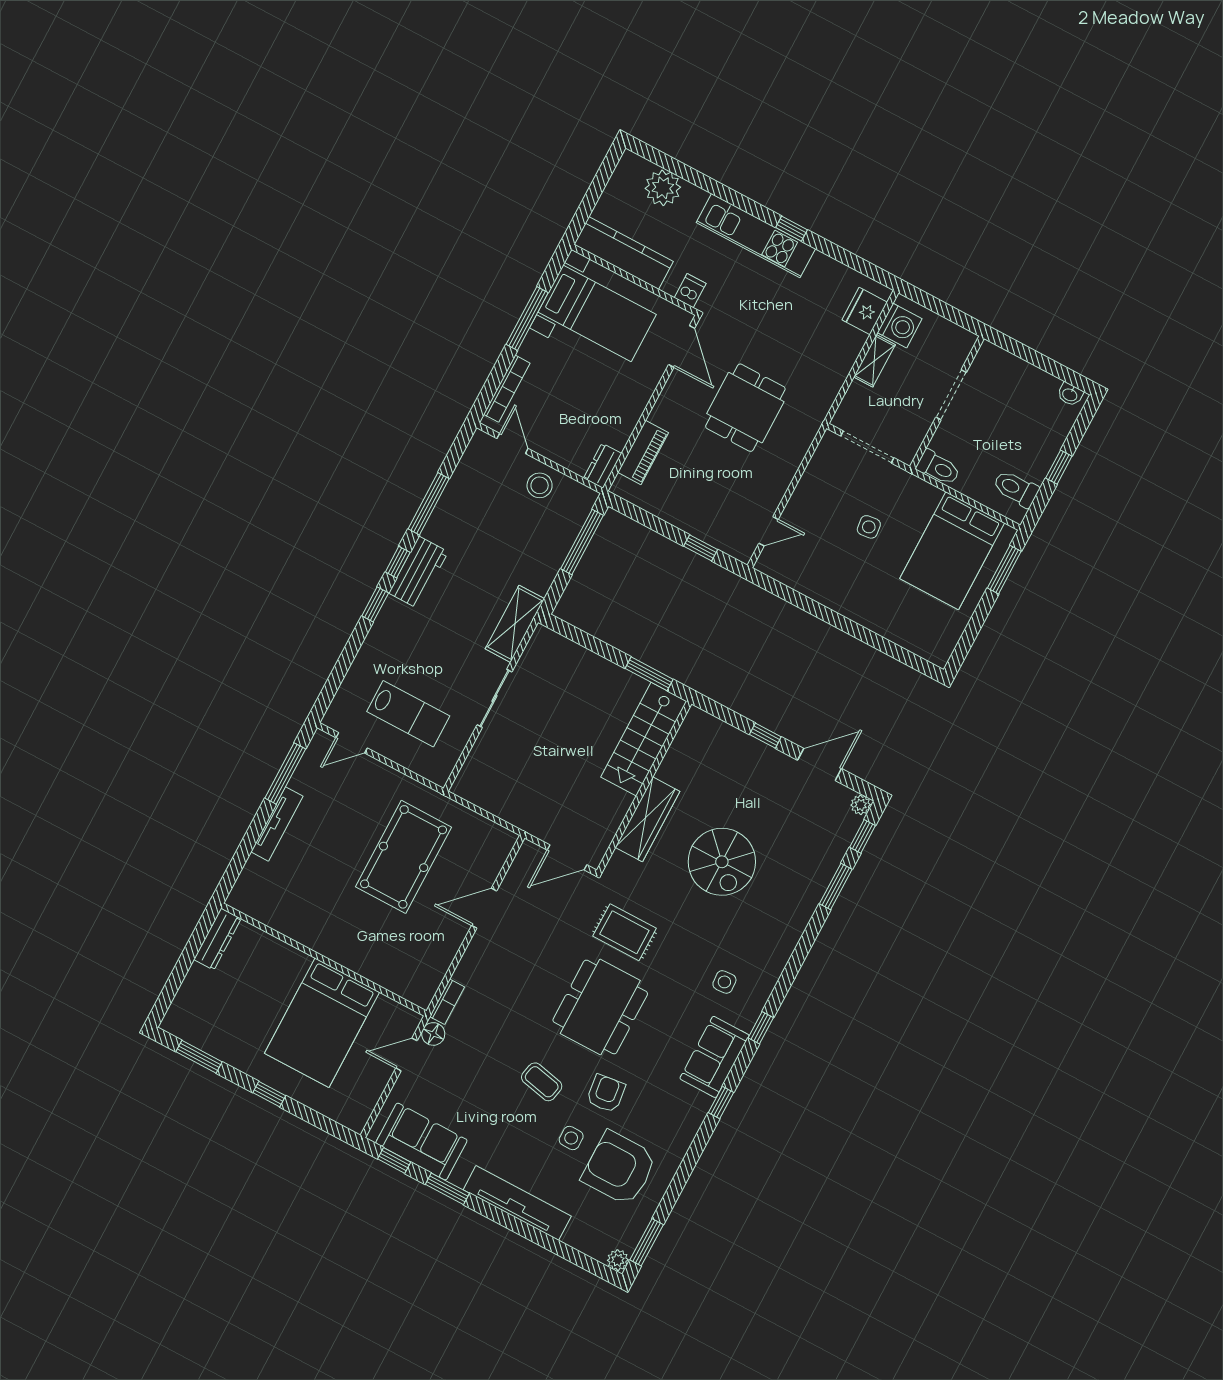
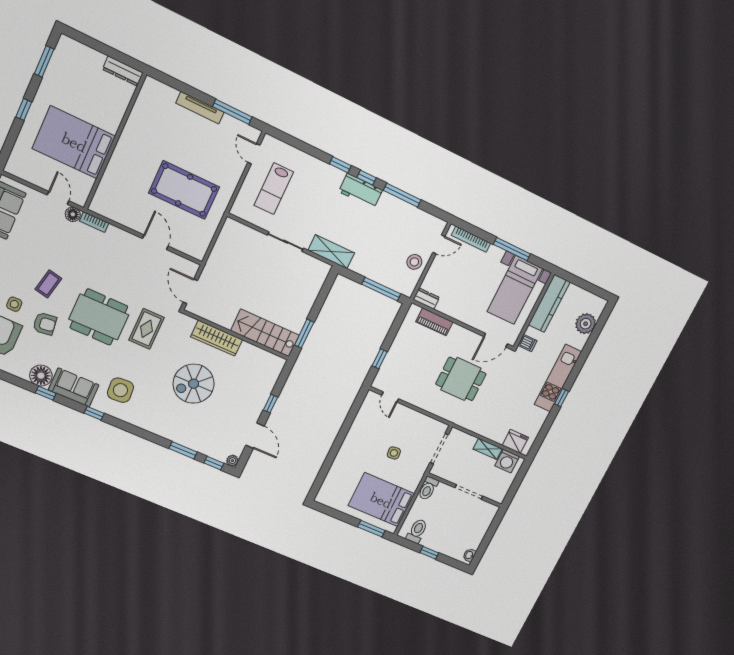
side table: (724, 982) -> (120, 390), width x1.87, depth x1.87
floor lamp: (691, 1107) -> (41, 376), added

